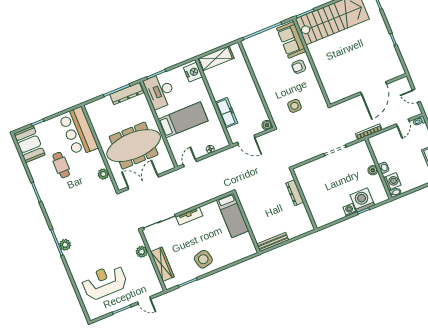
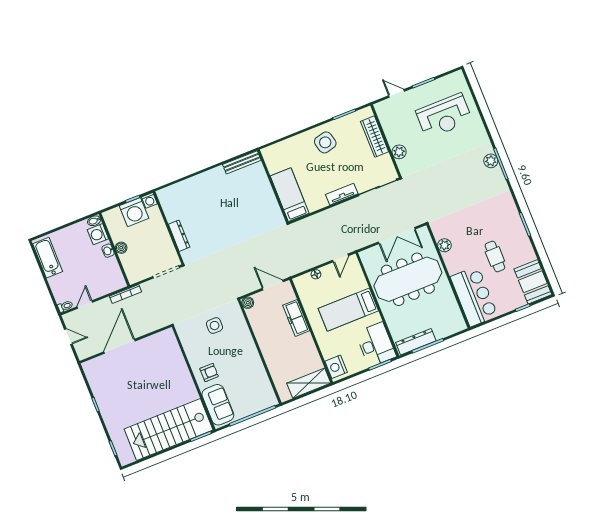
dresser: (295, 193) -> (179, 236), moved
wall: (304, 199) -> (168, 228), moved

